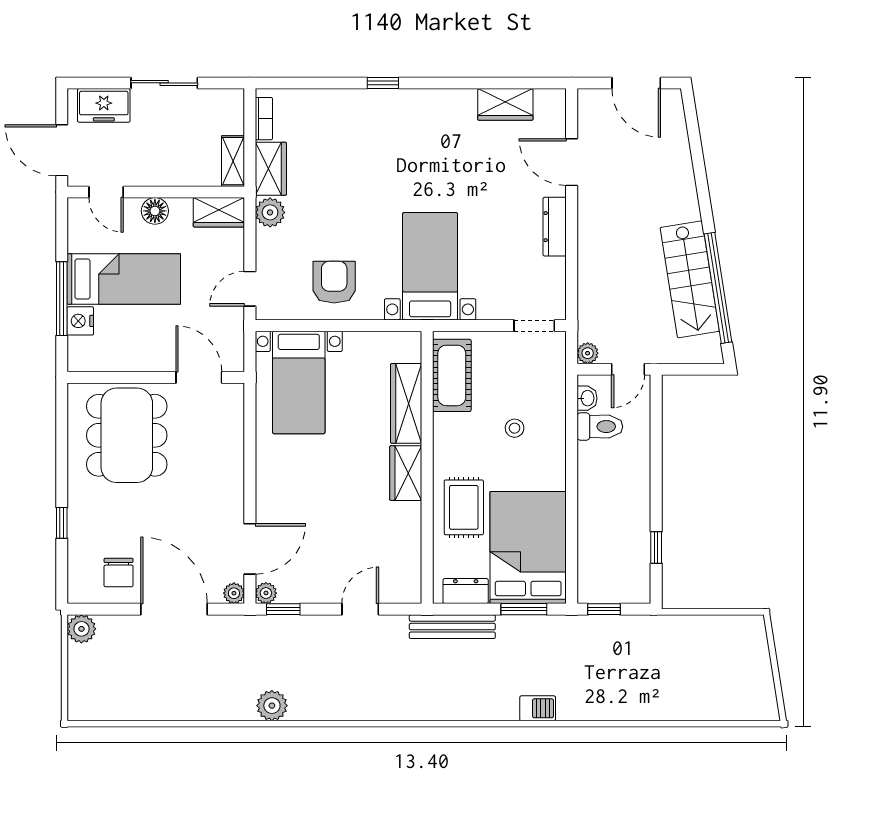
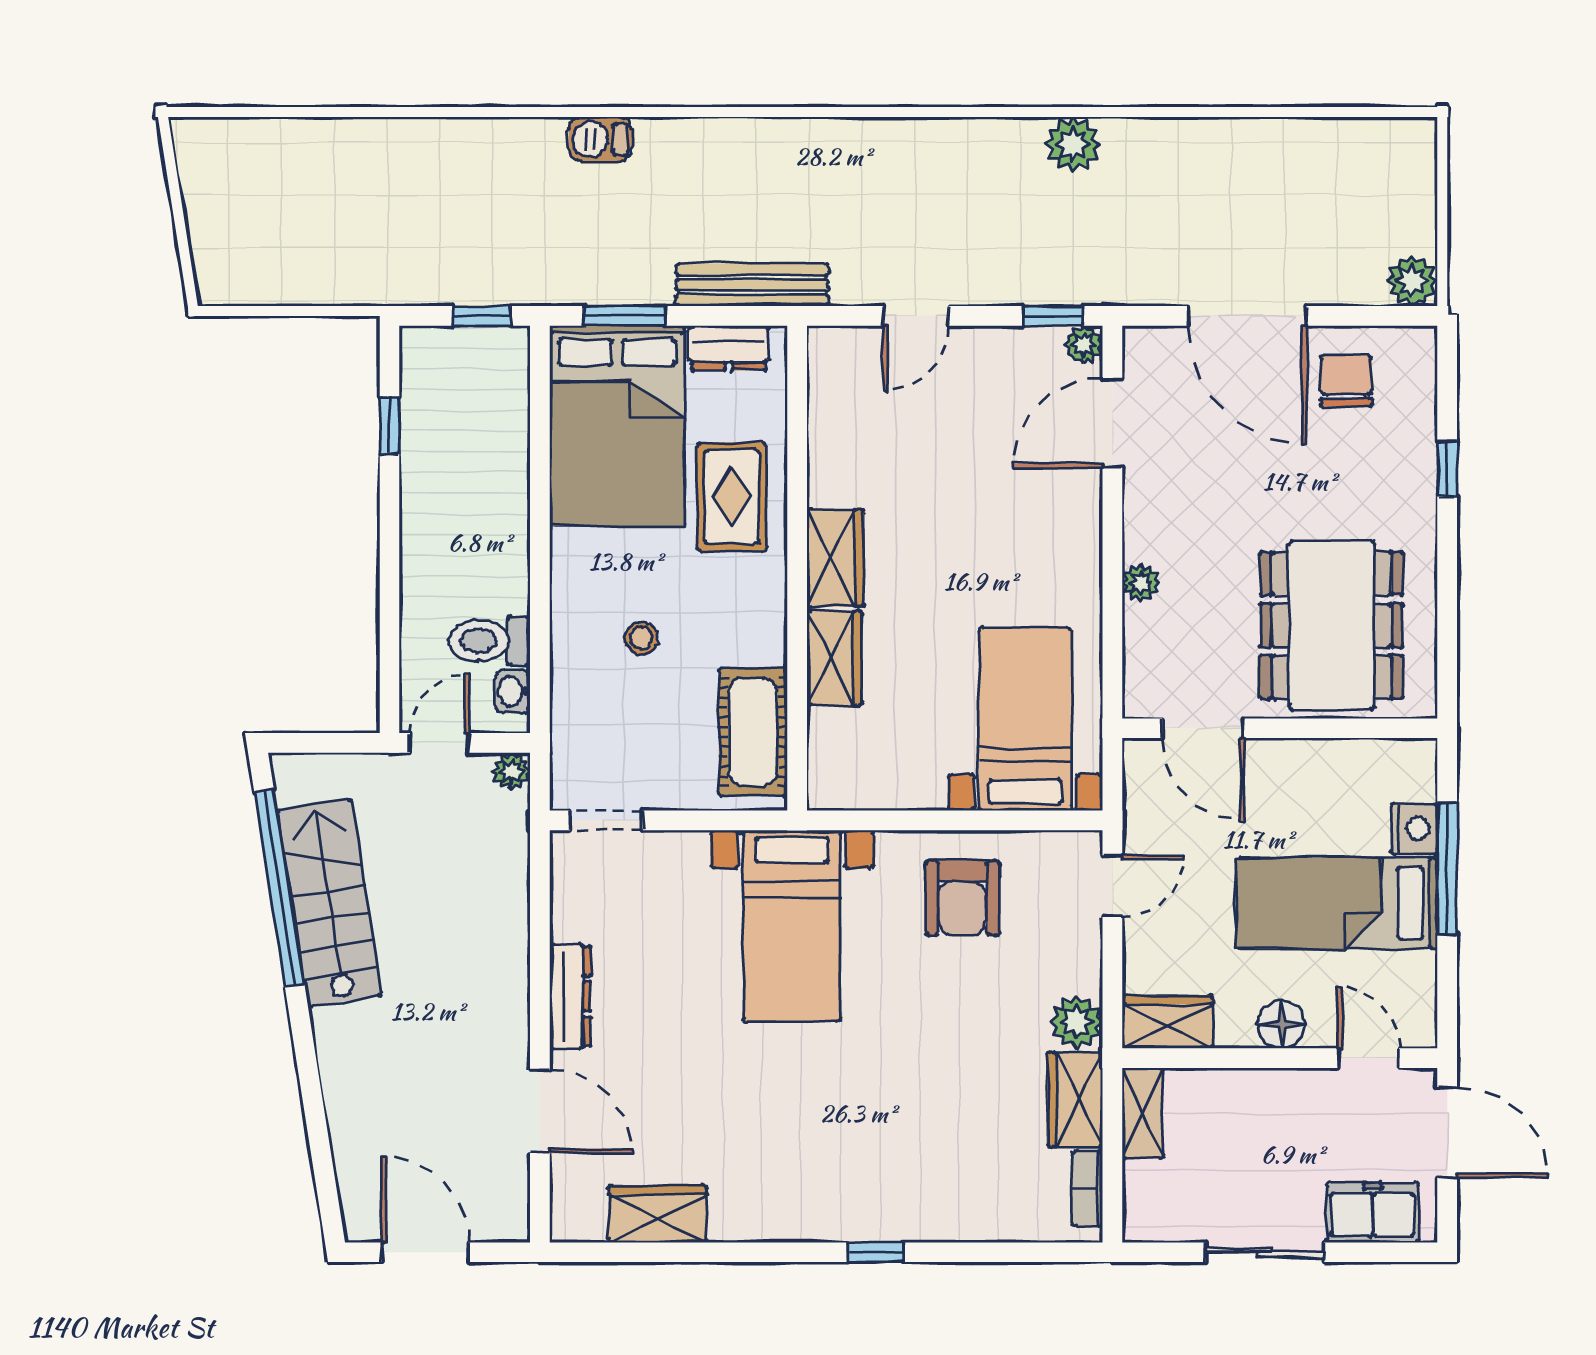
wardrobe: (406, 403) -> (834, 658), width x0.67
plant: (234, 593) -> (1141, 583), moved

